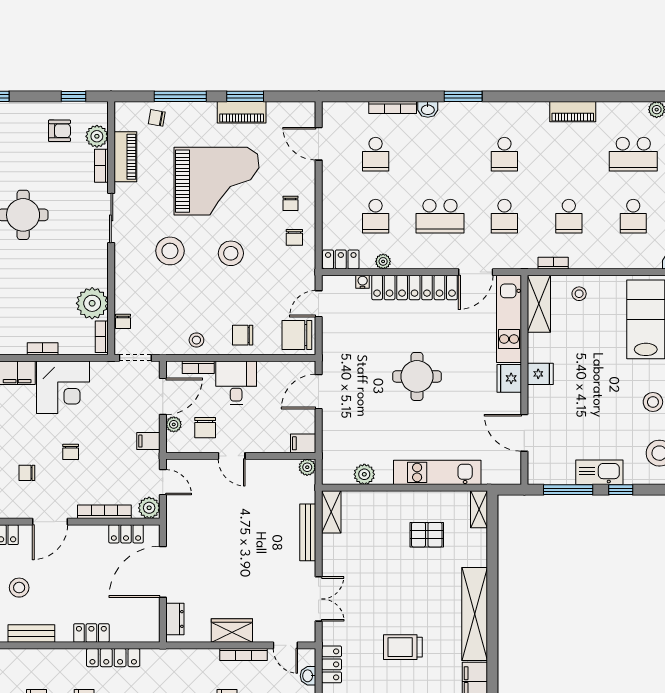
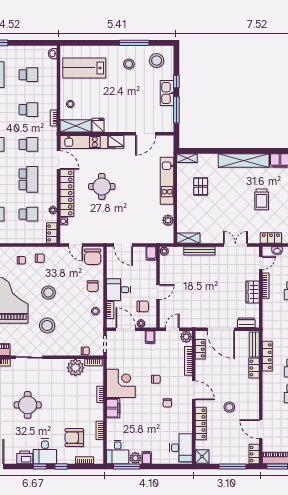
fridge: (540, 374) -> (98, 125), moved
round table: (417, 376) -> (102, 186), moved
bench: (31, 634) -> (254, 344), moved

